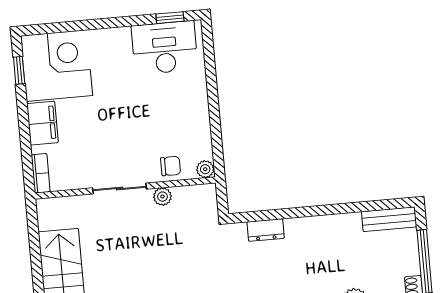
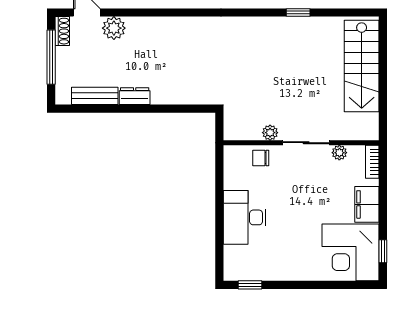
desk: (165, 48) -> (245, 217), moved, turned 90
plant: (205, 169) -> (339, 153), moved
bench: (389, 219) -> (95, 96), moved
dresser: (266, 230) -> (135, 96), moved

